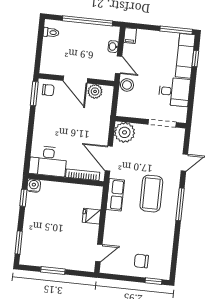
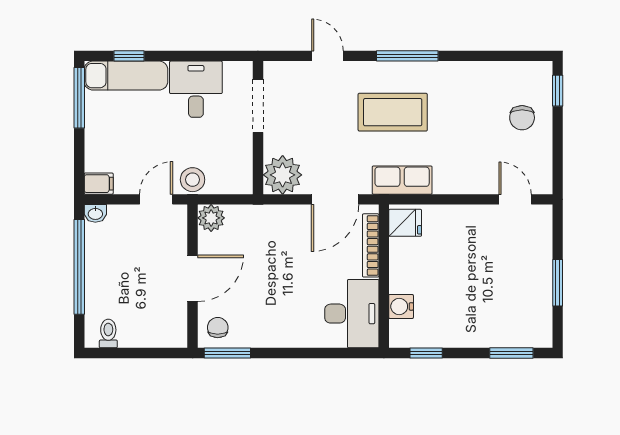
washbasin: (113, 47) -> (95, 213), moved
plant: (95, 91) -> (211, 218), moved
water cooler: (34, 186) -> (401, 306), moved
fridge: (91, 216) -> (405, 223), moved, turned -90

